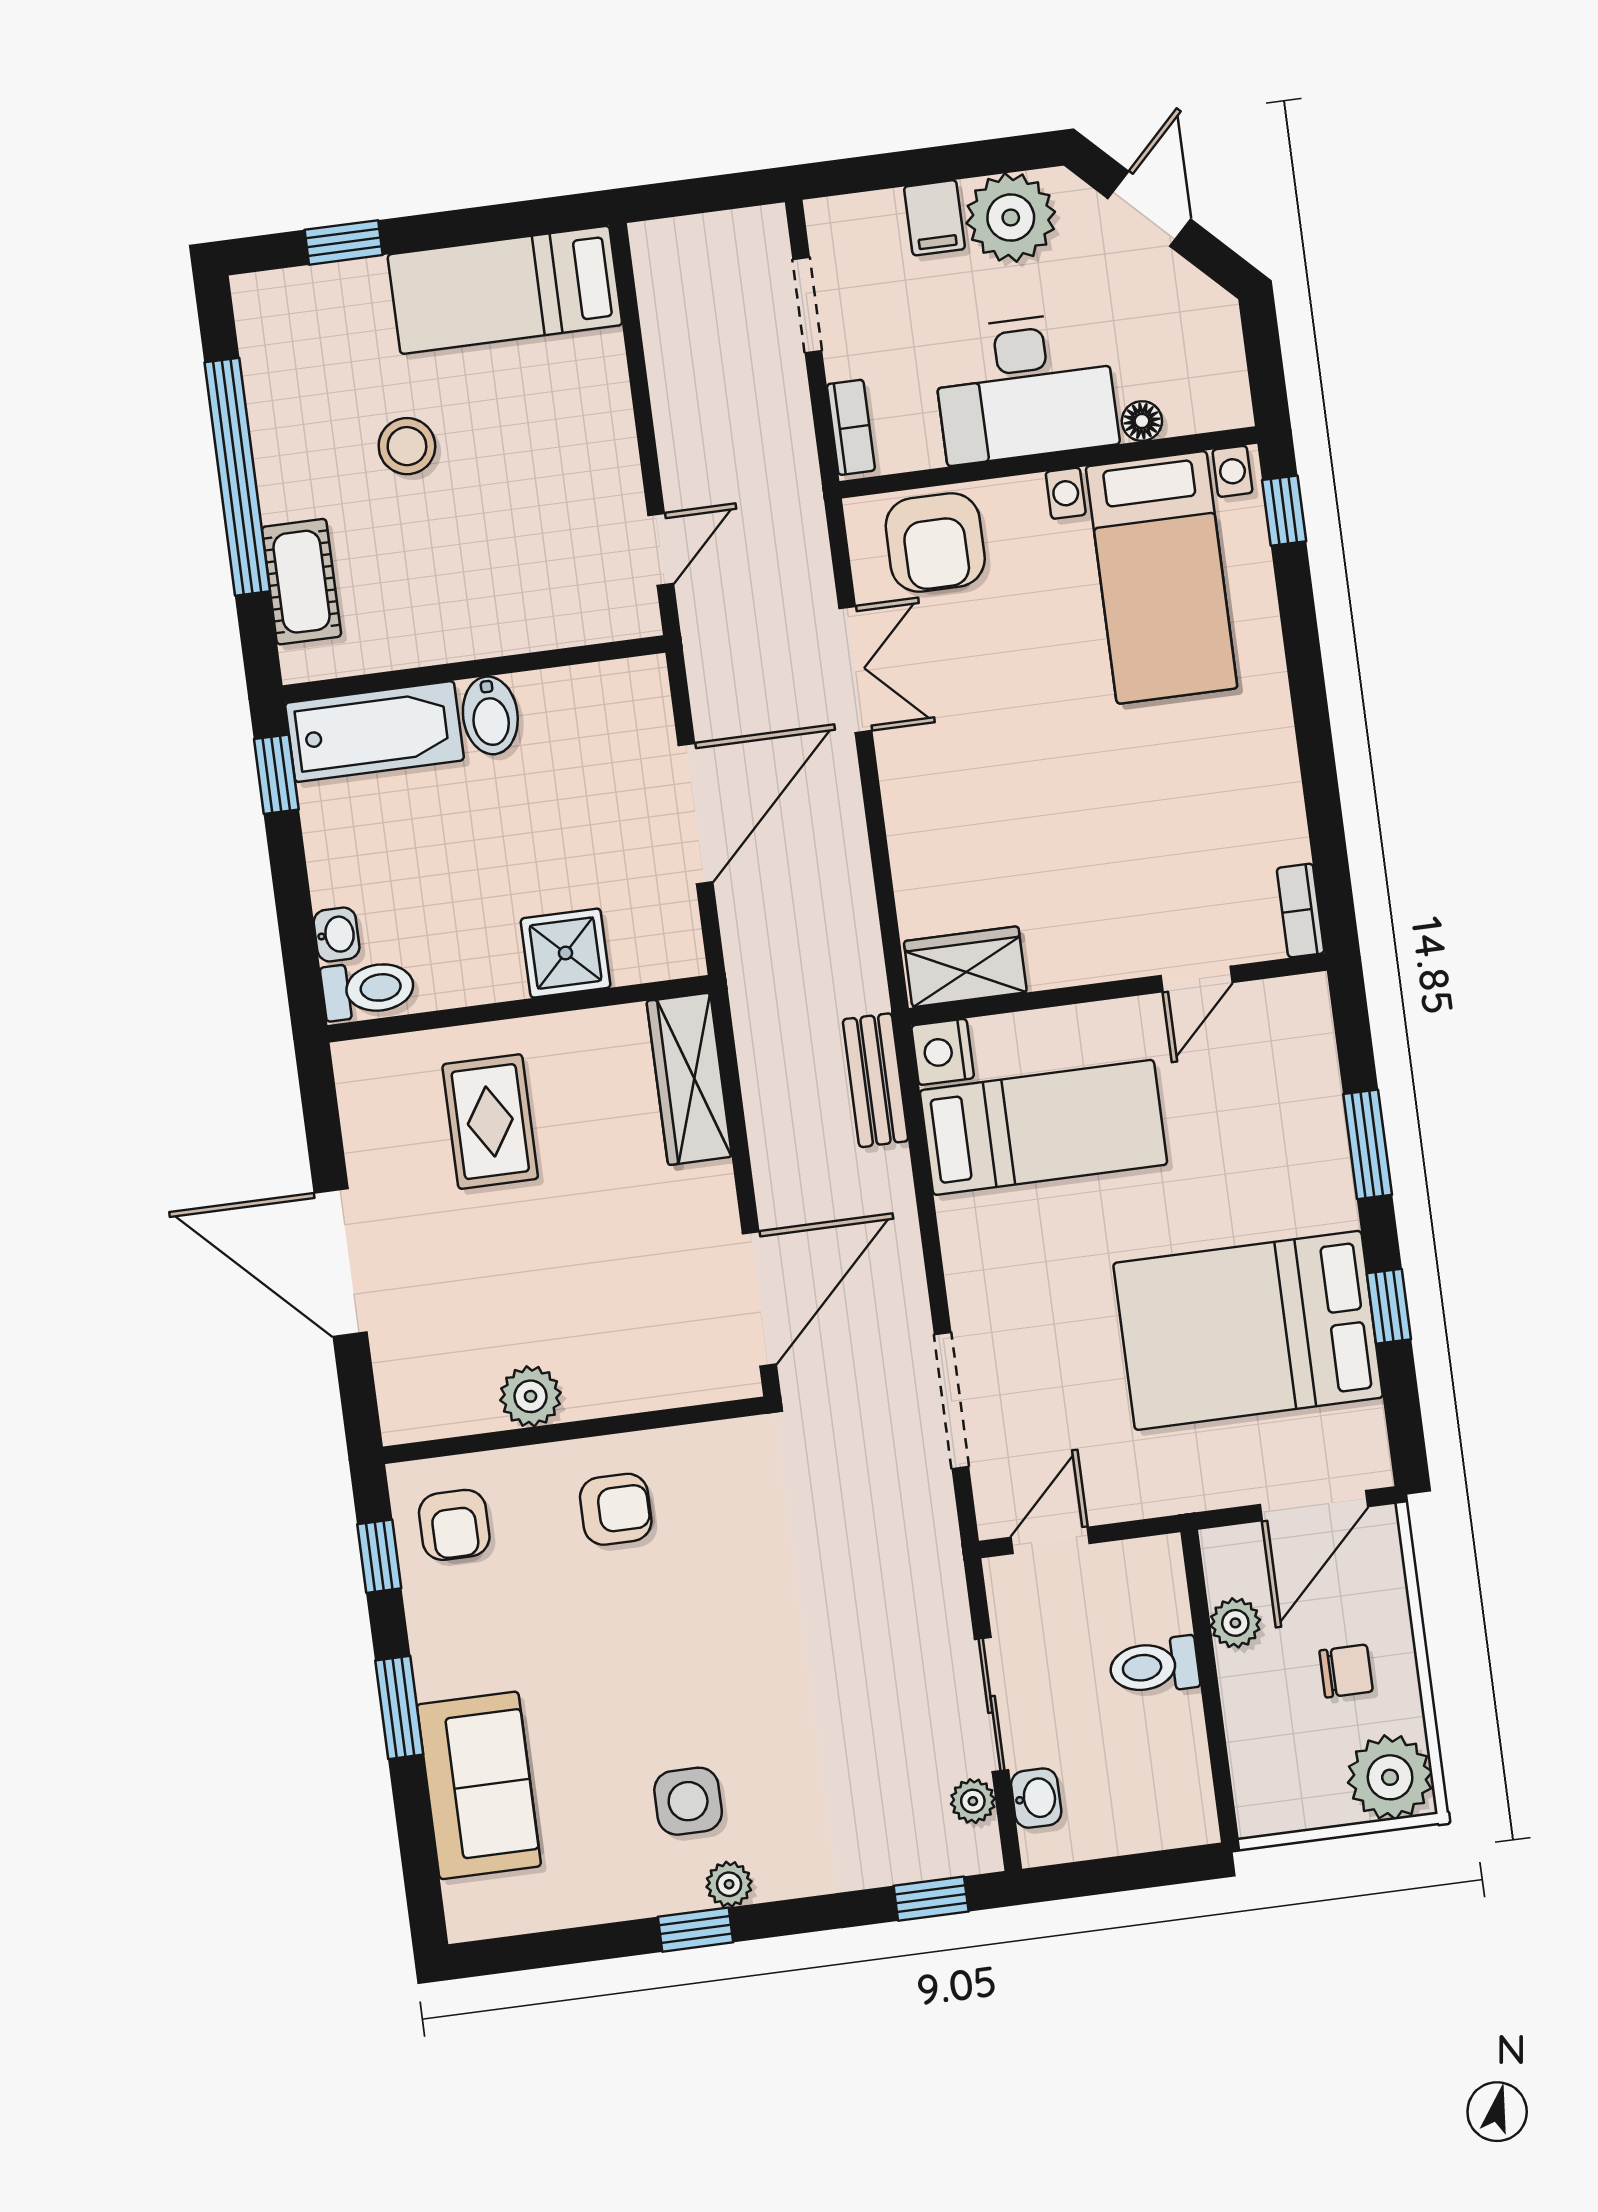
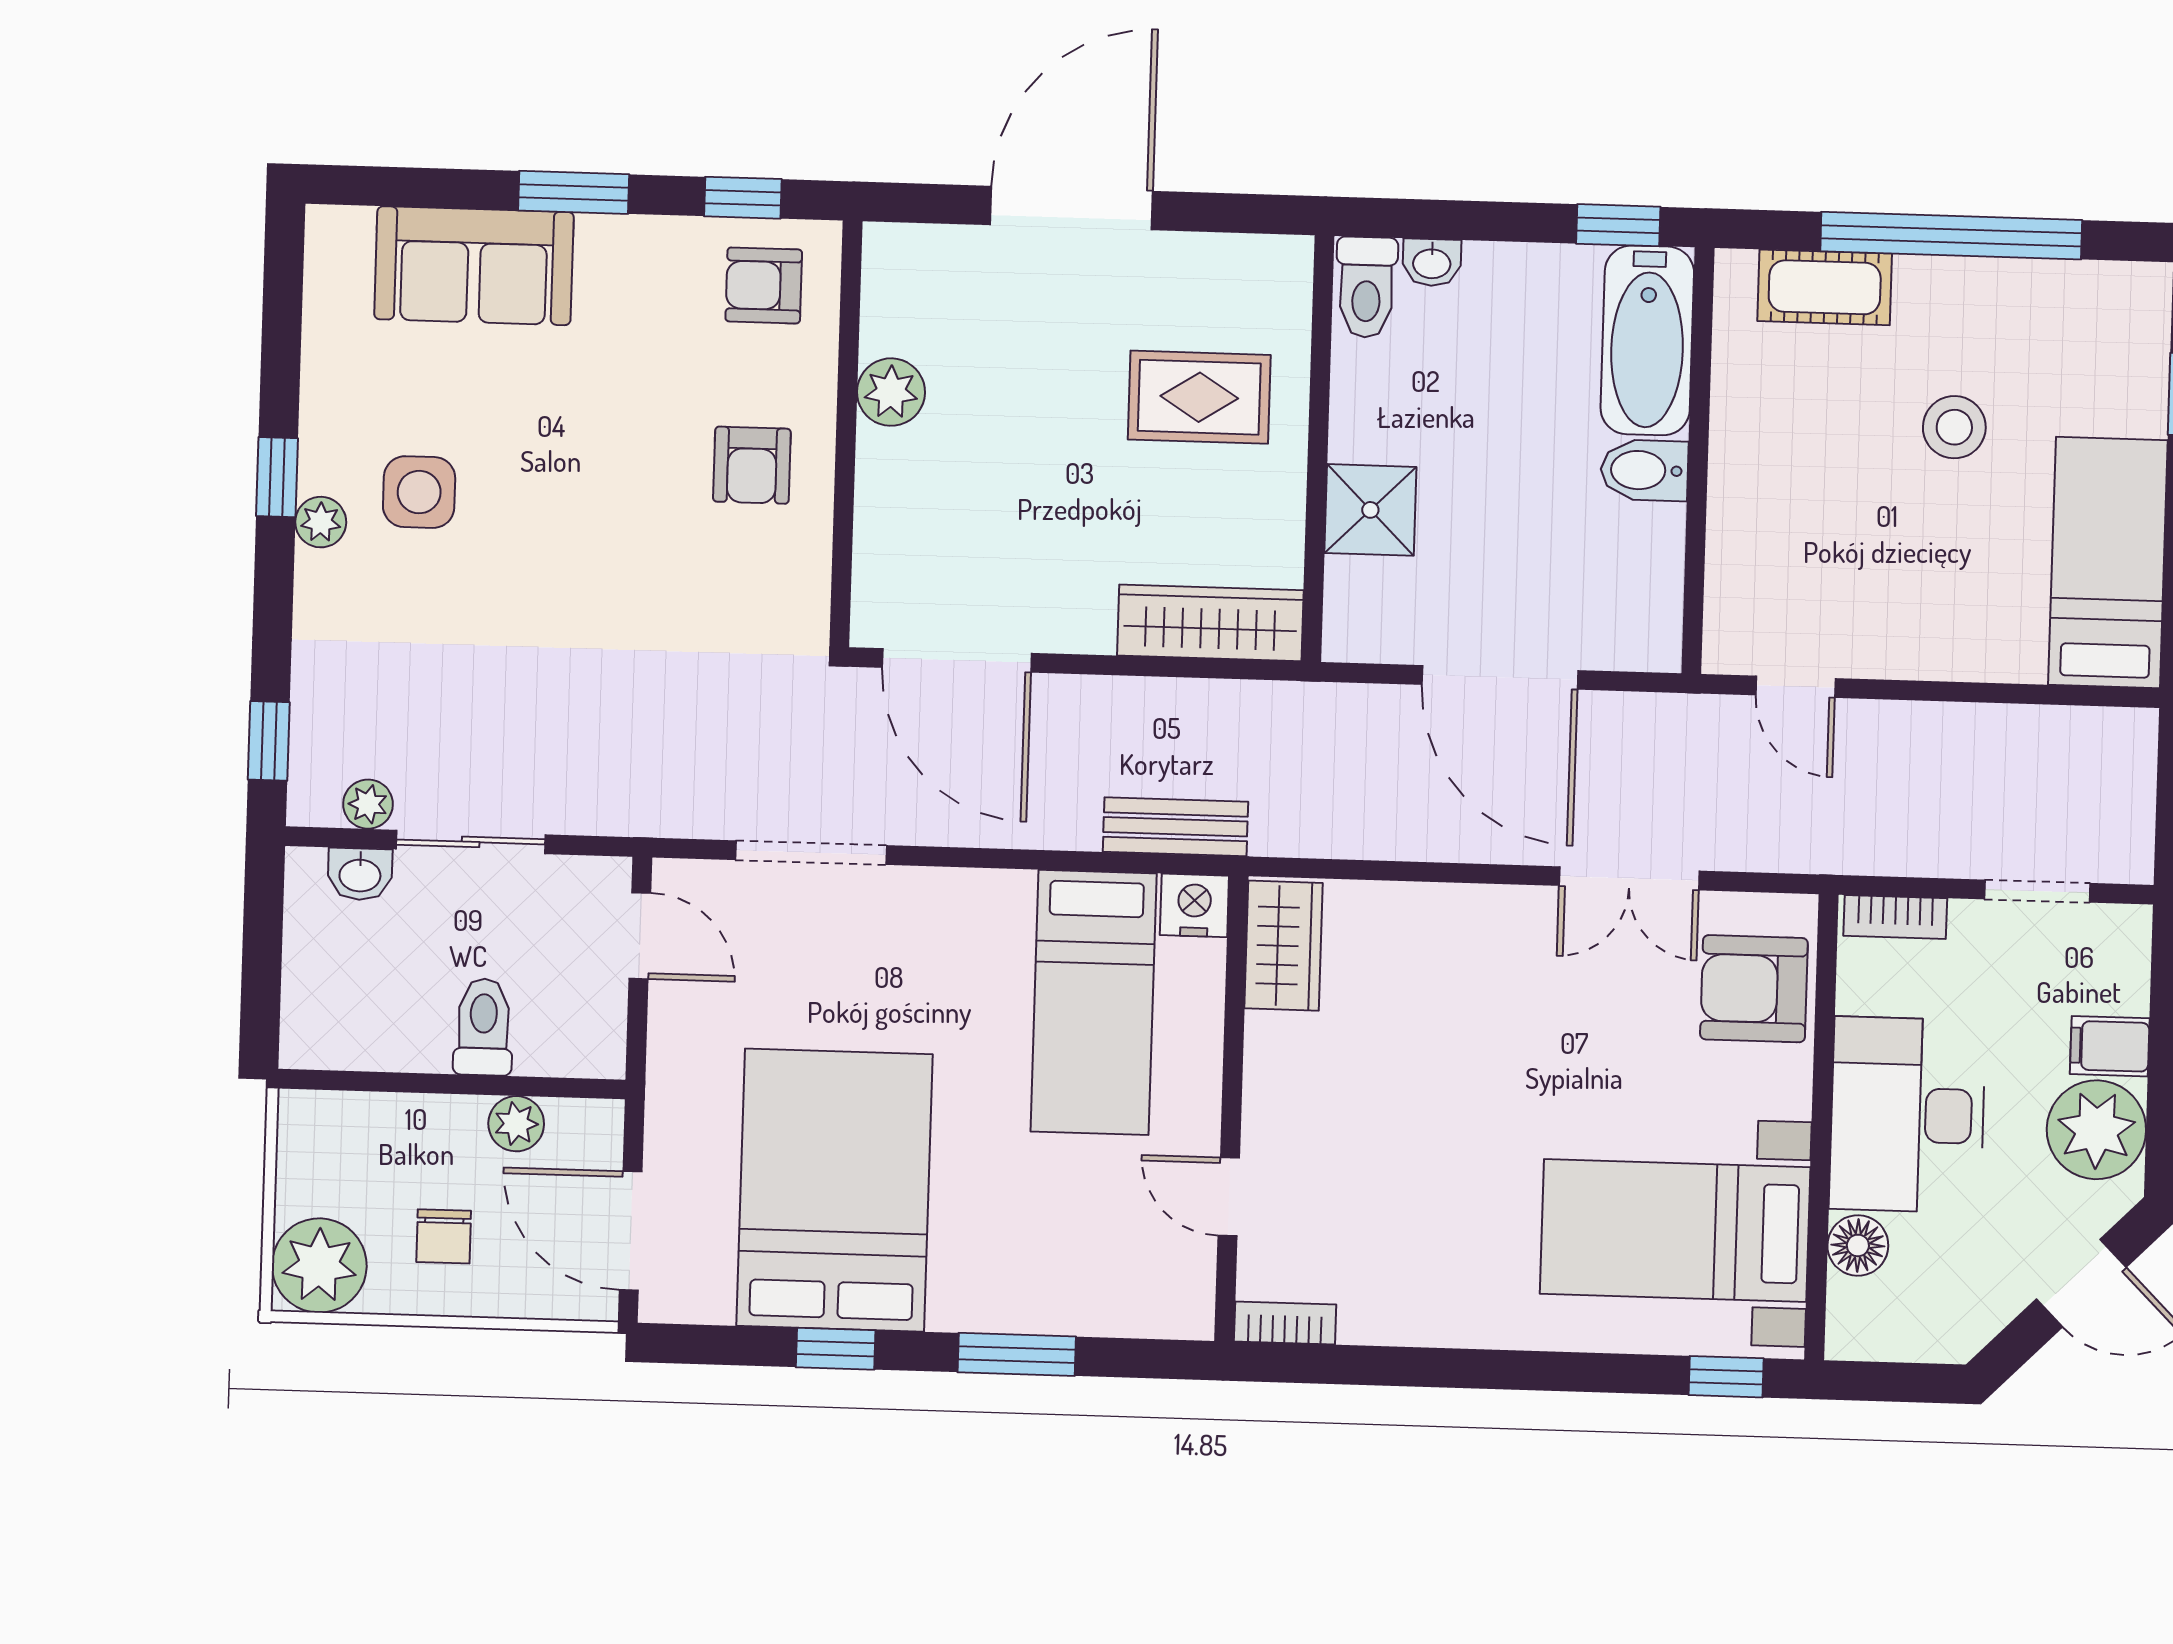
floor lamp: (1142, 421) -> (1858, 1245), width x1.37, depth x1.37

